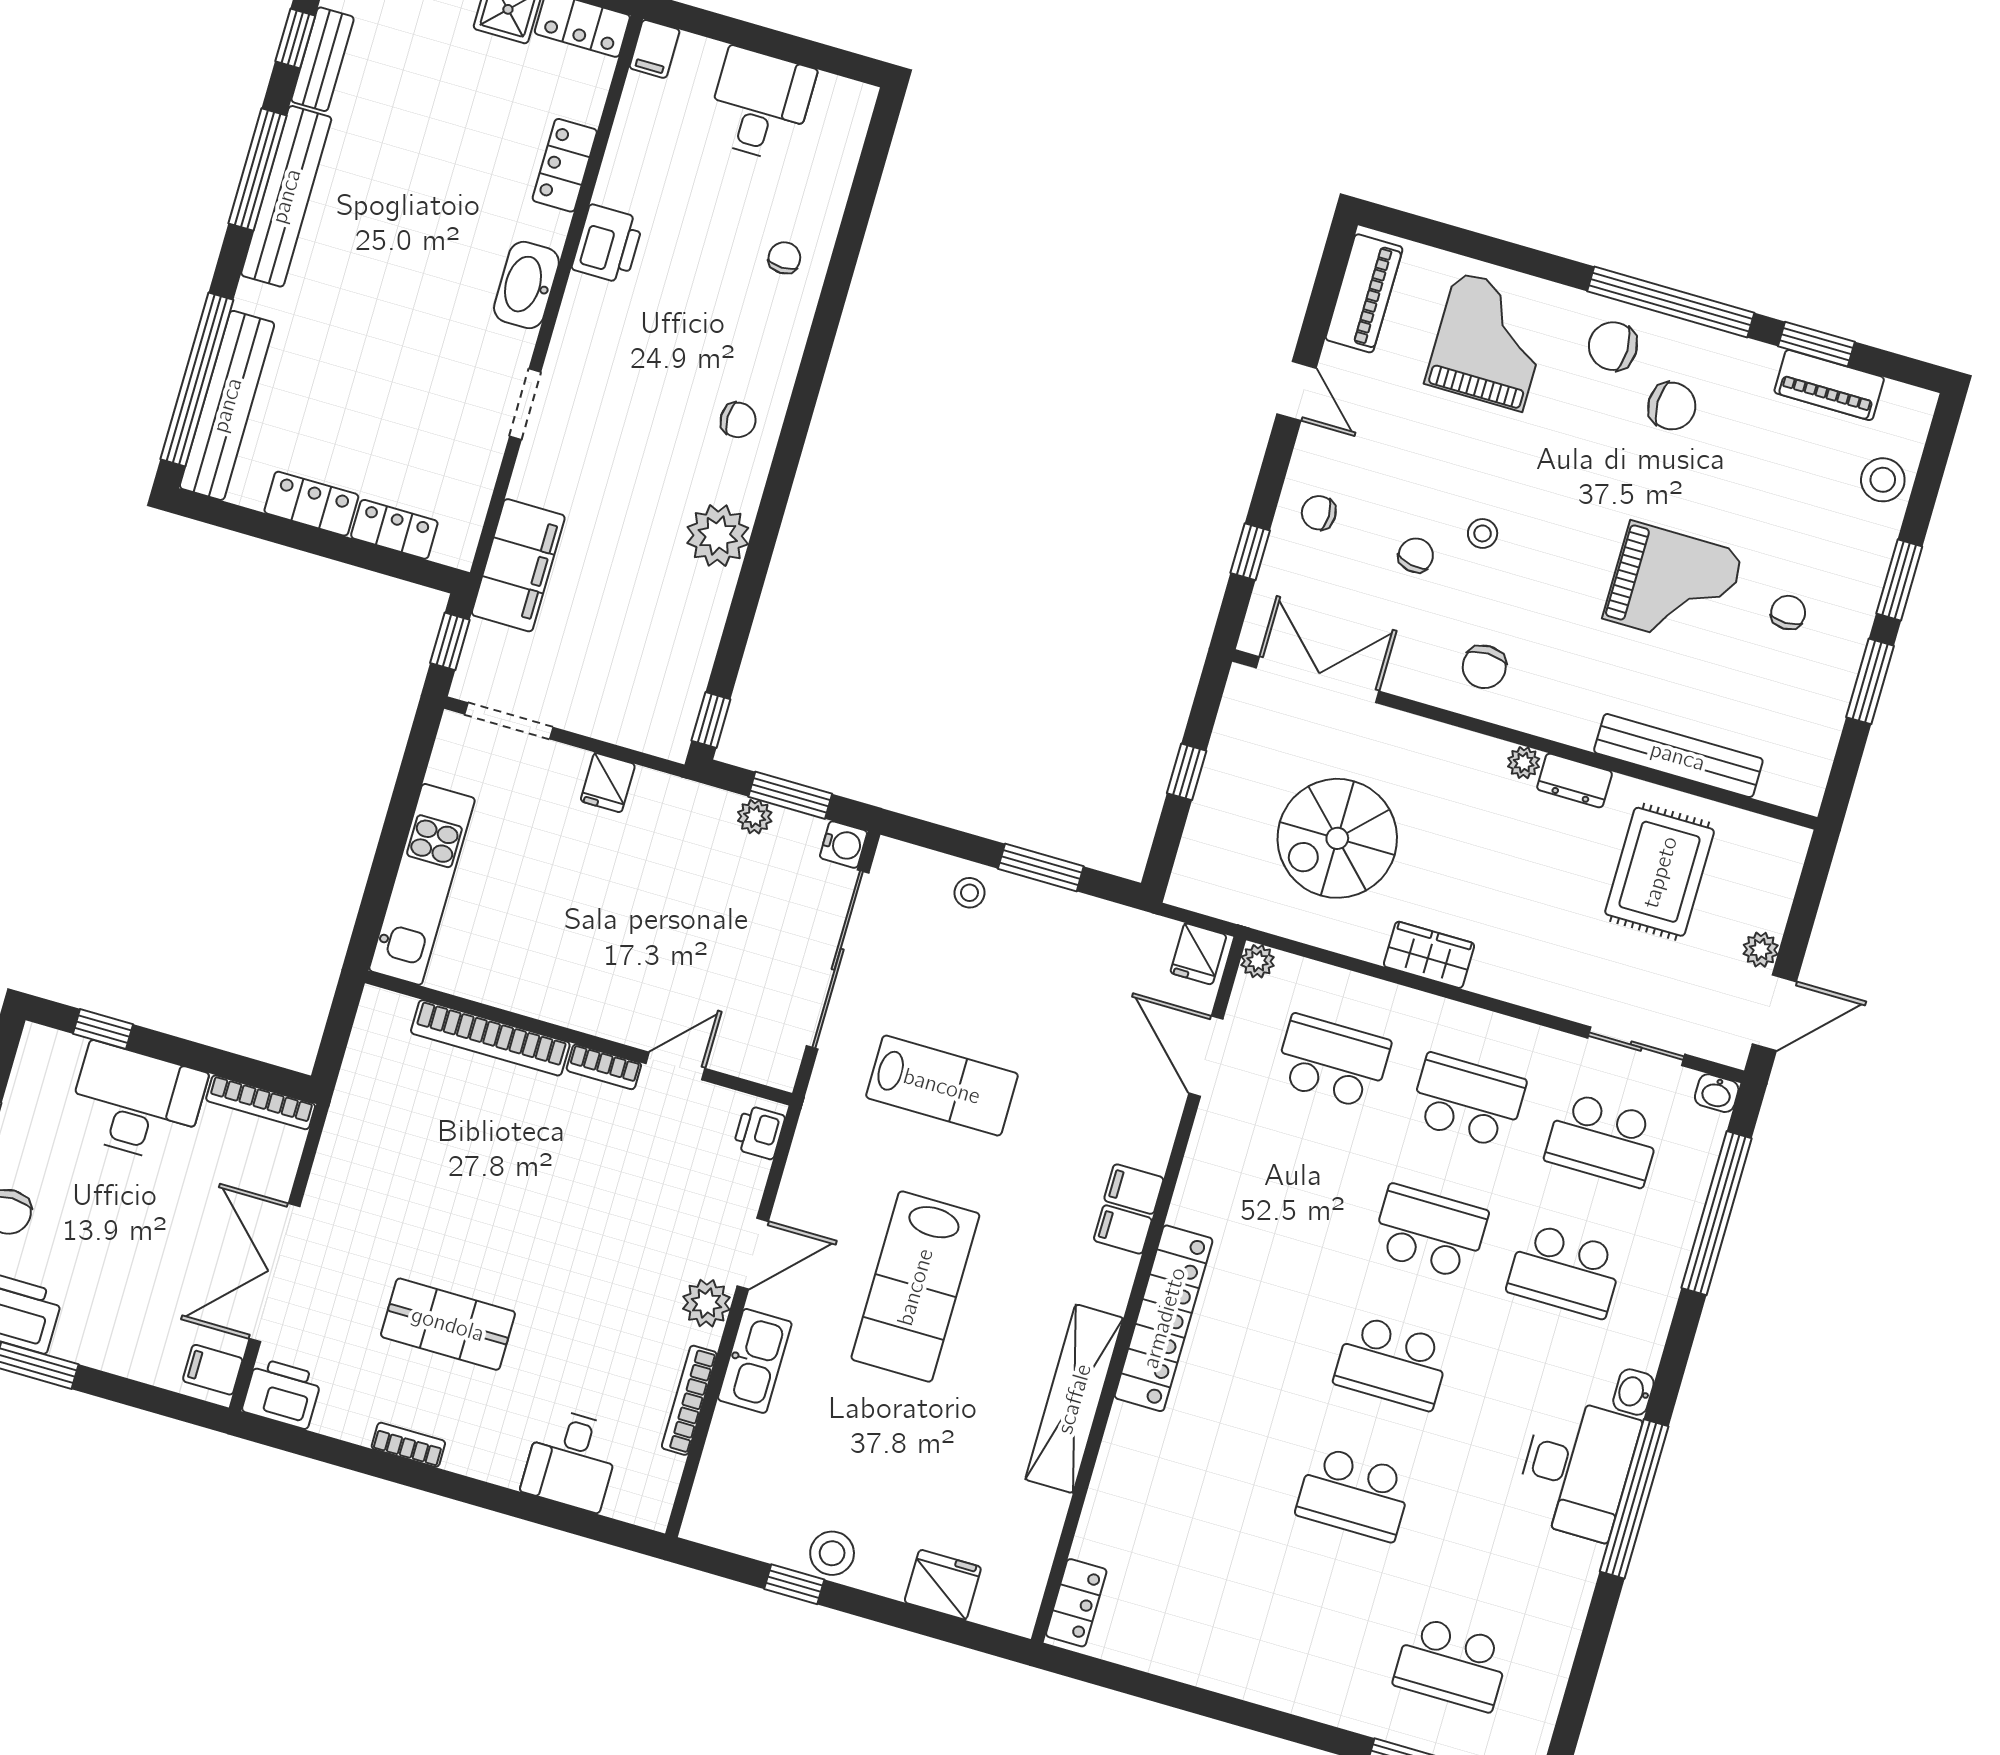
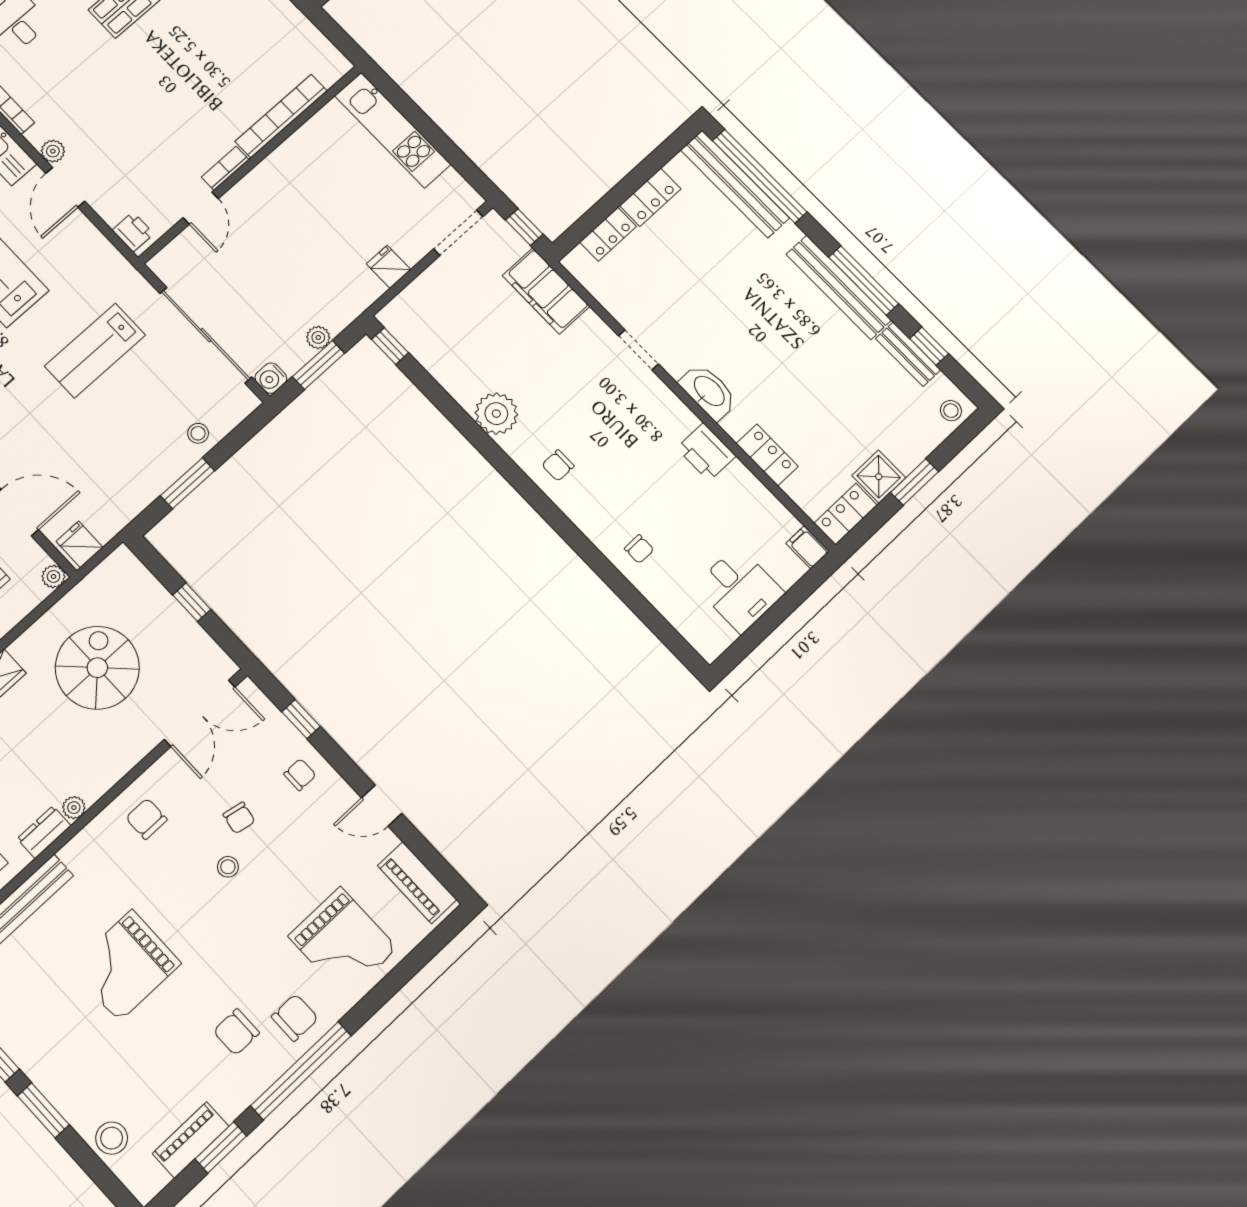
chair: (1788, 613) -> (66, 1027), removed
plant: (706, 1303) -> (53, 151), width x0.73, depth x0.73

